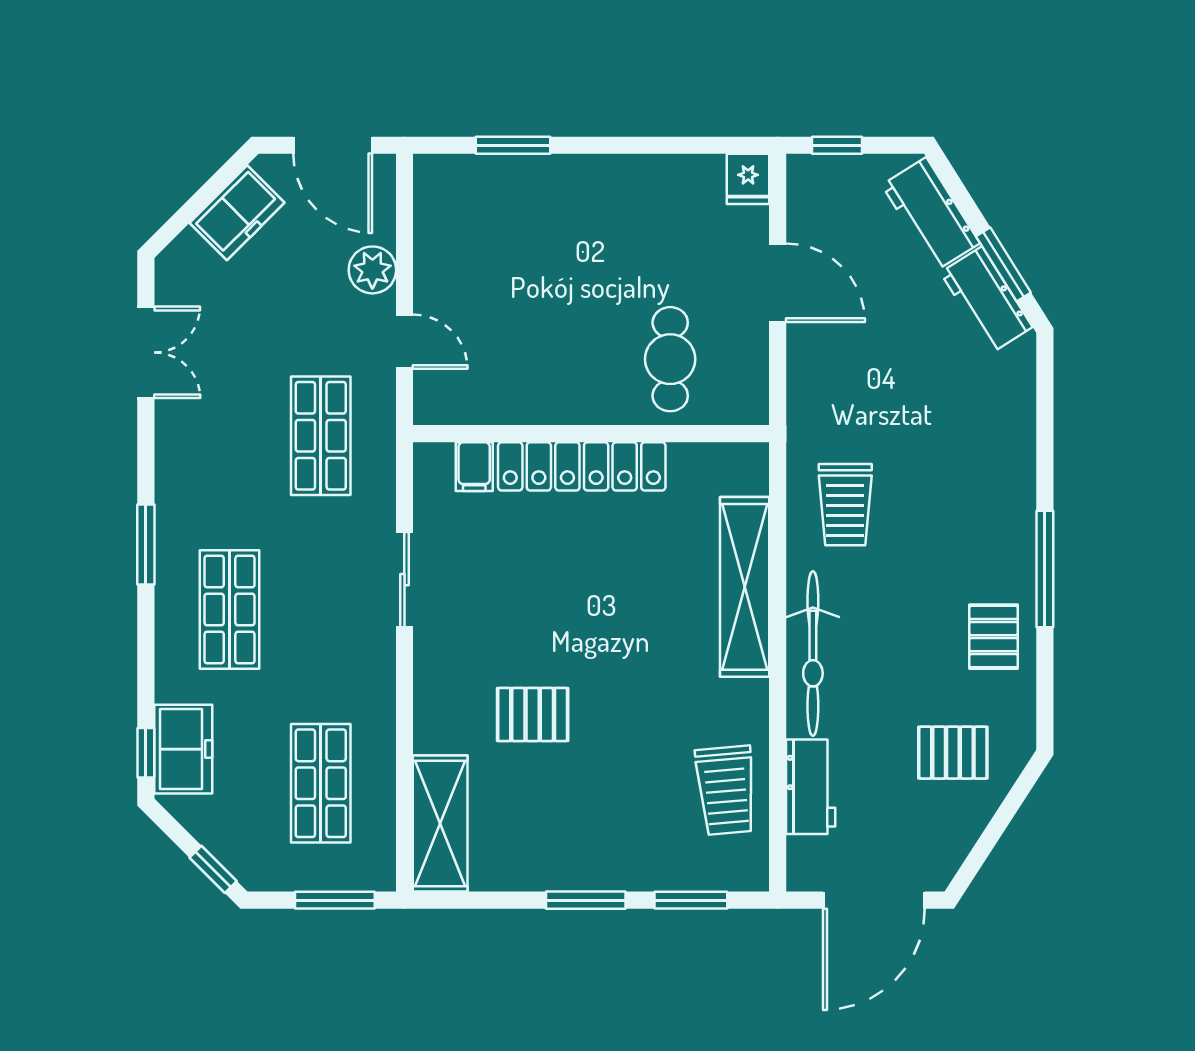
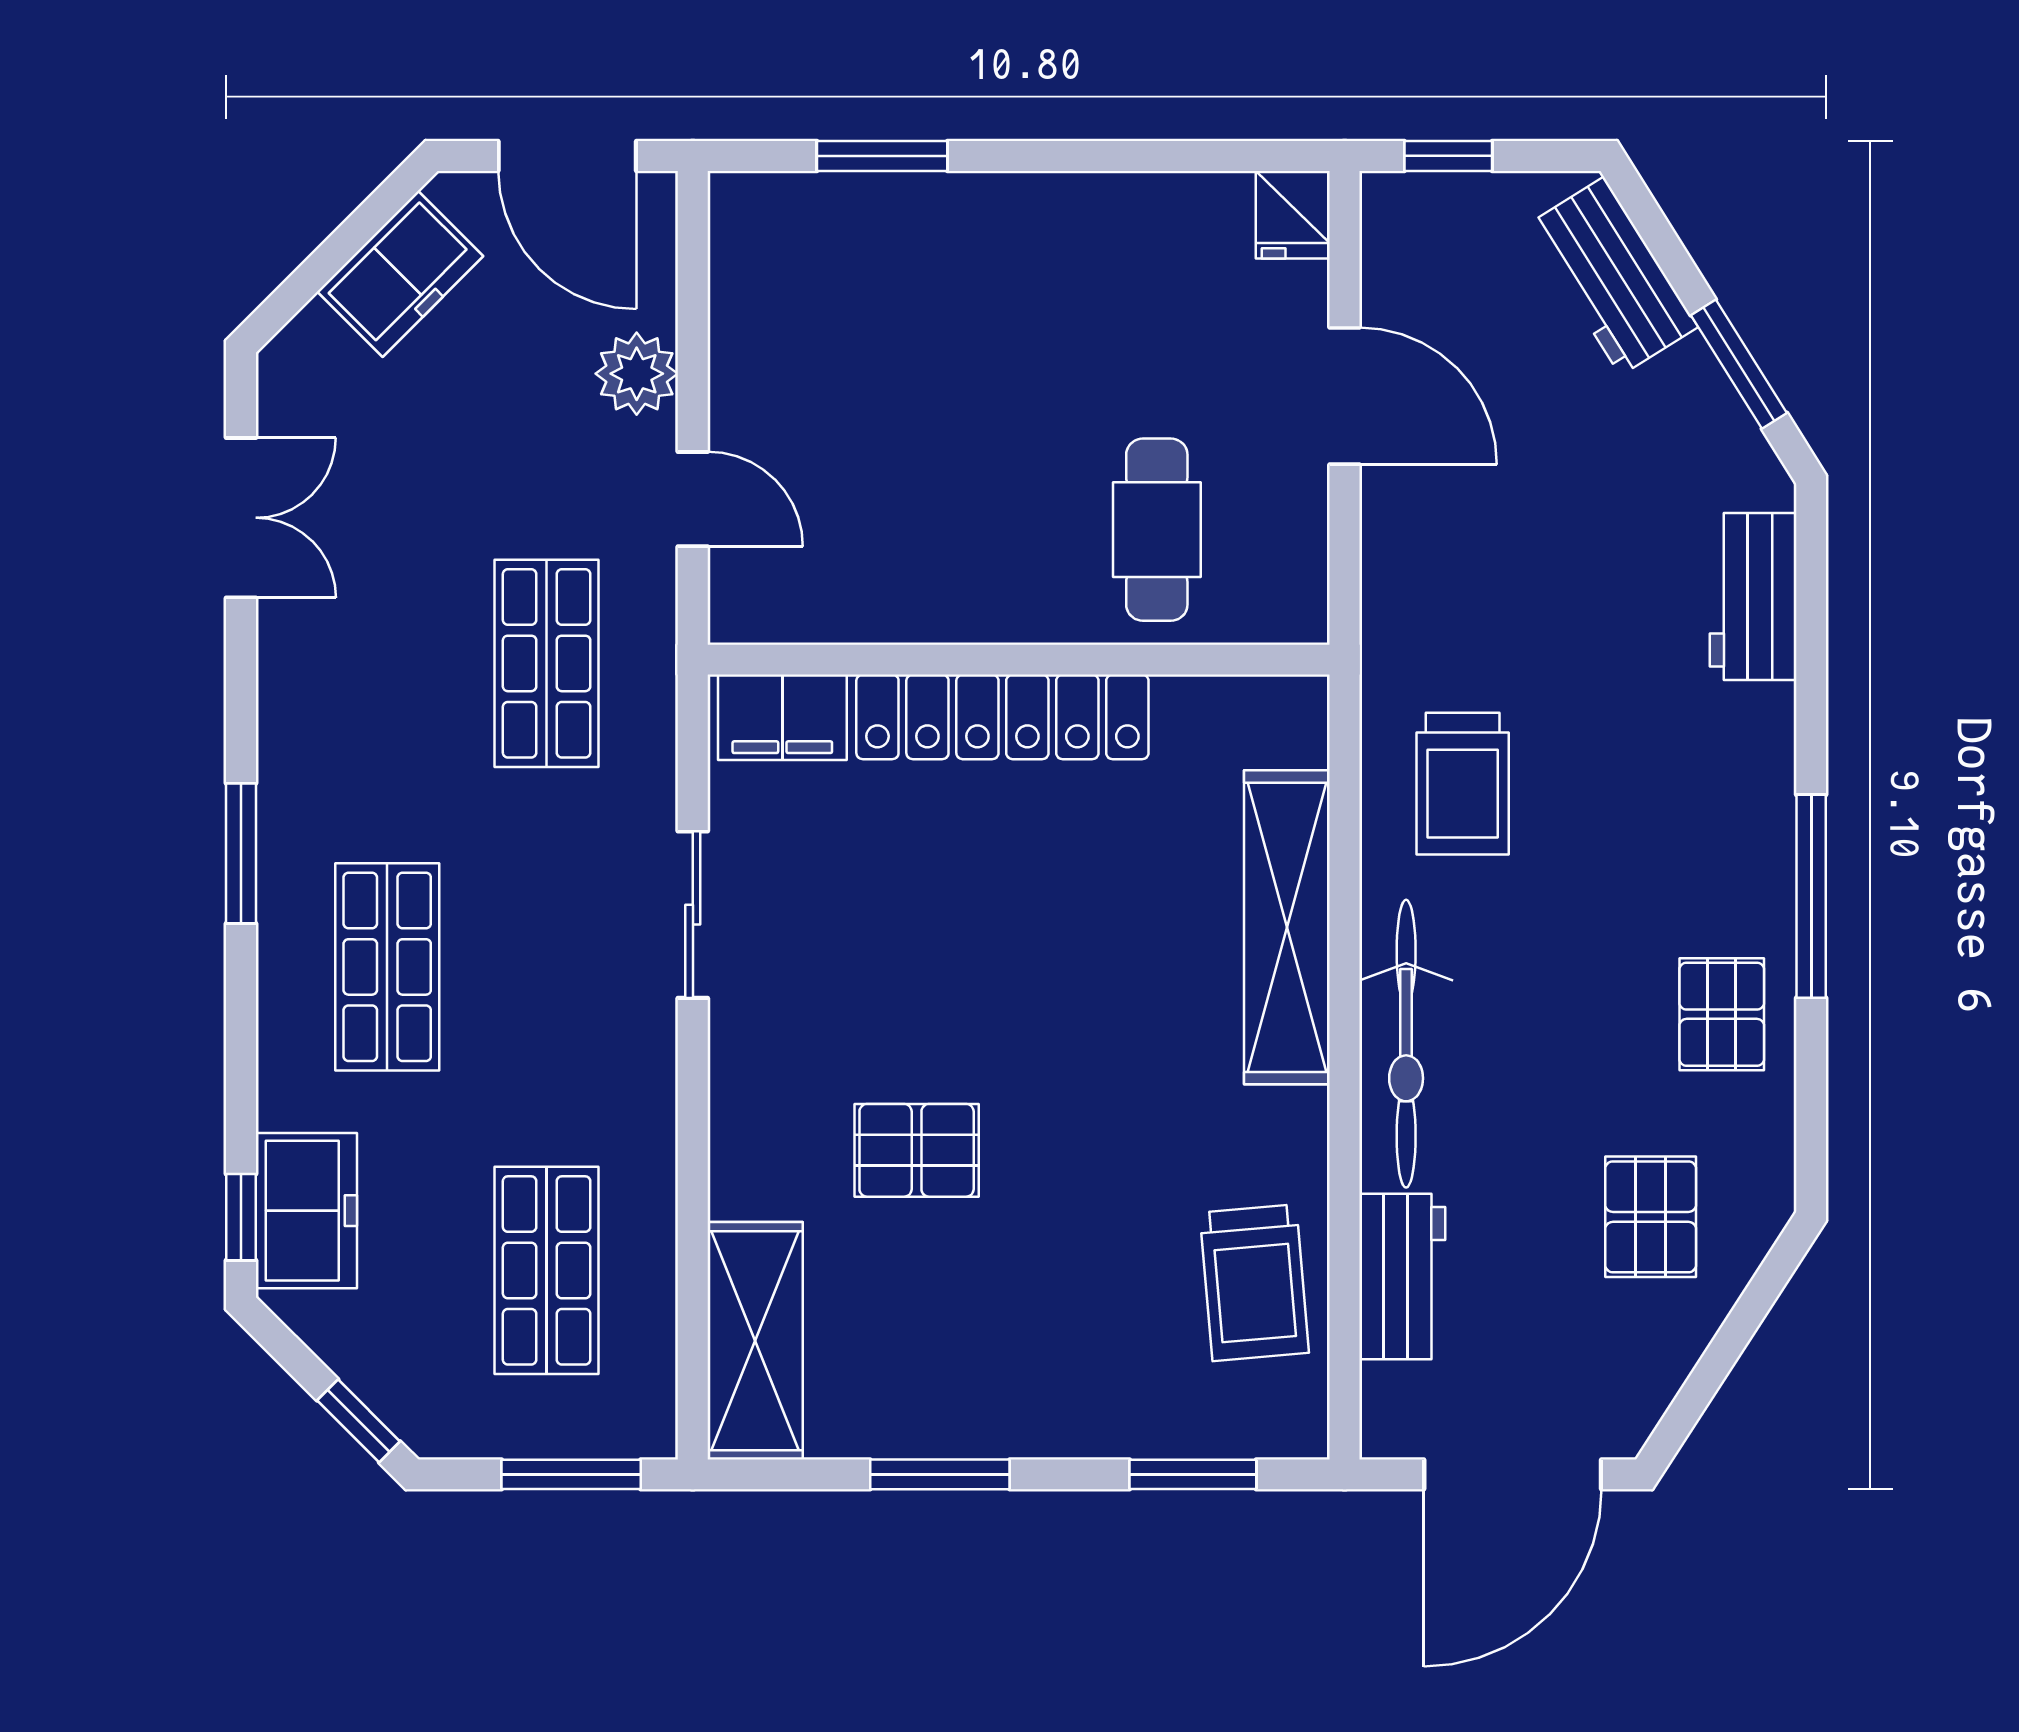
workbench: (986, 300) -> (1753, 597), moved, turned 32
filing cabinet: (474, 467) -> (782, 717), width x2.00
pallet: (953, 753) -> (1651, 1217), turned 90
window: (586, 900) -> (940, 1474), moved

